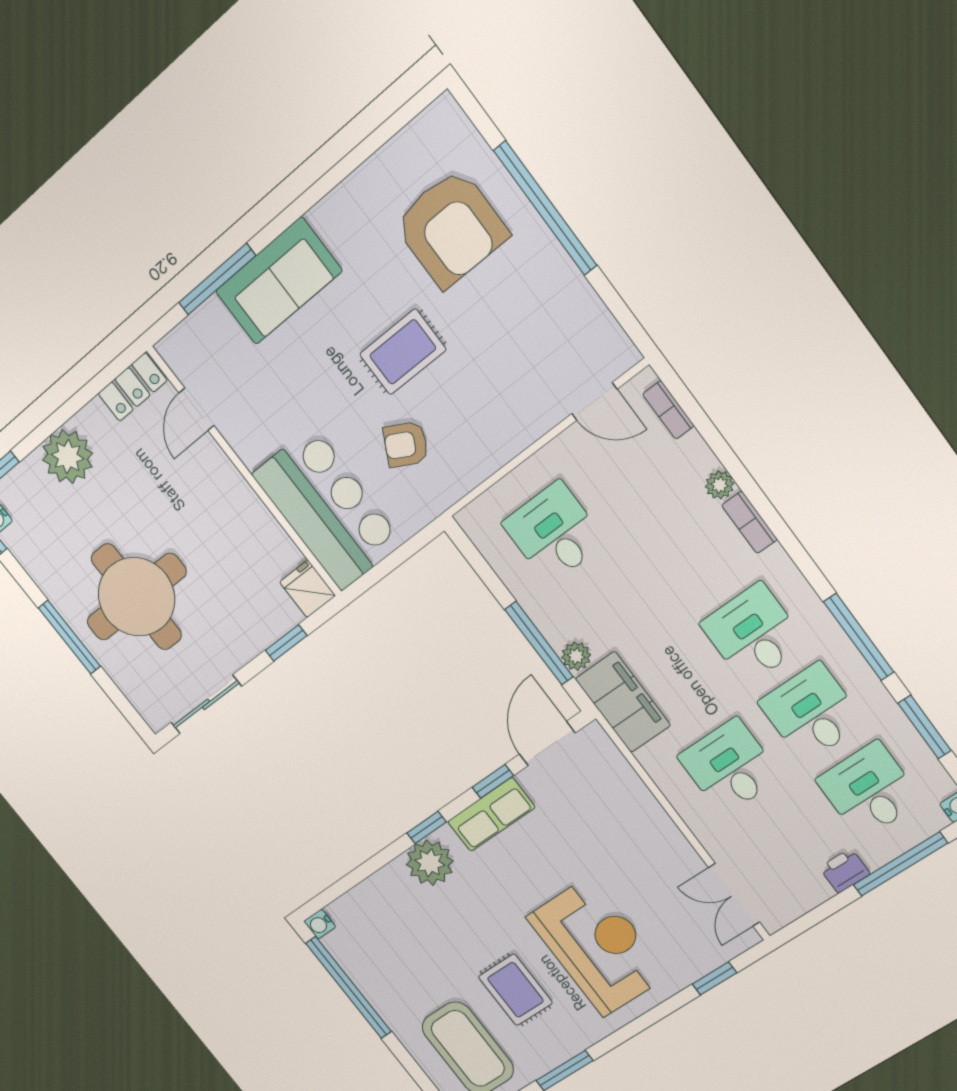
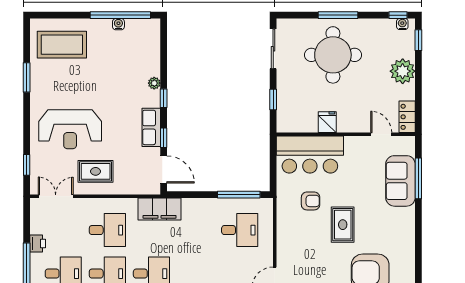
sofa: (278, 281) -> (400, 181), moved
armchair: (406, 444) -> (311, 201), turned 62
fridge: (307, 589) -> (327, 122), moved, turned -90
window: (539, 643) -> (239, 195), moved
plant: (576, 656) -> (189, 205), removed
plant: (430, 863) -> (154, 83), width x0.53, depth x0.53
water cooler: (320, 924) -> (118, 24), moved
rug: (515, 990) -> (96, 171), moved

